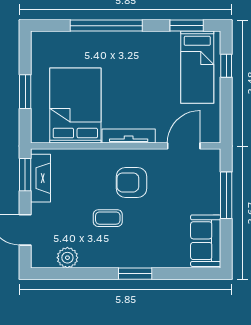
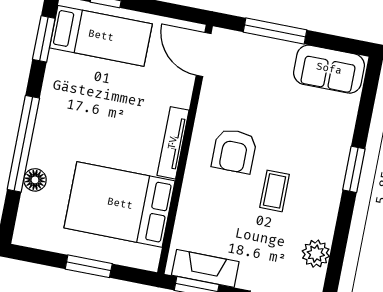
floor lamp: (81, 39) -> (35, 180), added
door: (184, 146) -> (204, 54), moved

